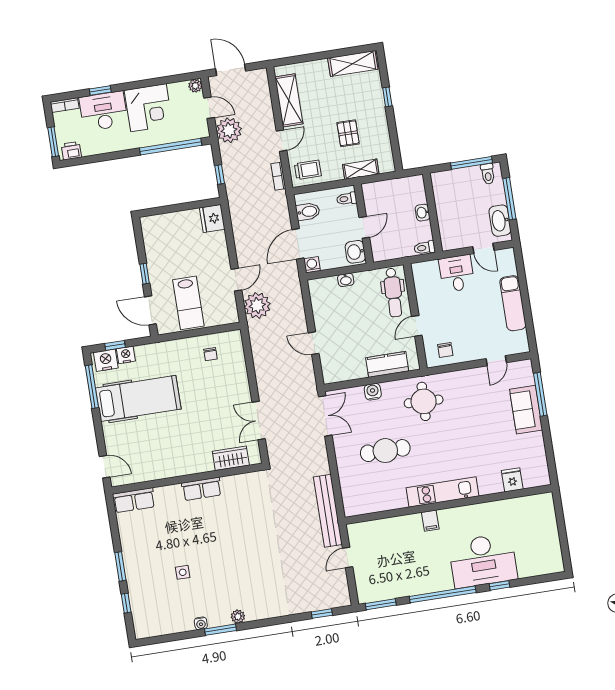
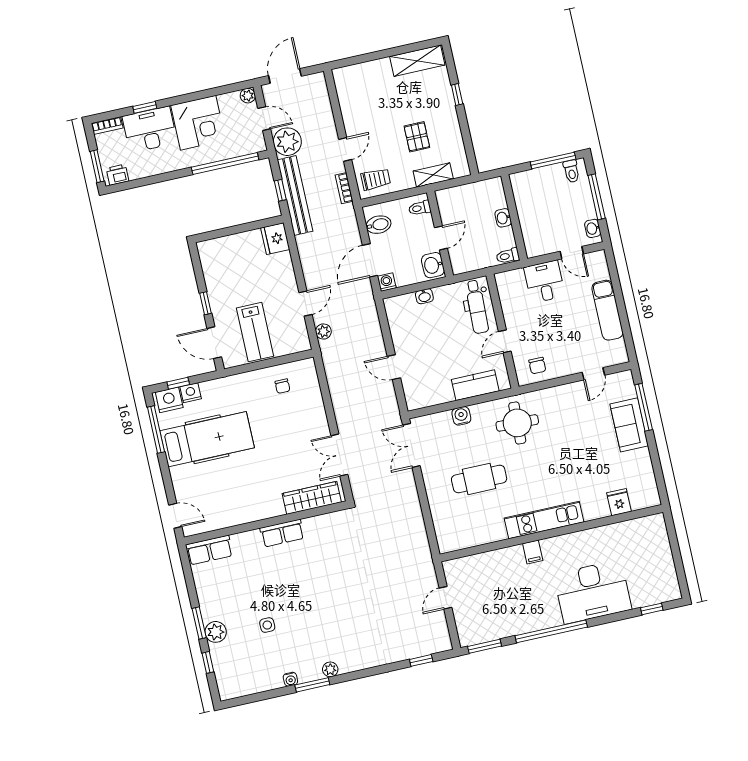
door: (231, 70) -> (285, 76), hinge flipped
shelving: (289, 100) -> (350, 105), removed
washbasin: (500, 221) -> (593, 228), width x0.52, depth x0.69
plant: (257, 305) -> (323, 332), width x0.53, depth x0.53
double door: (325, 416) -> (411, 445), swing flipped
wardrobe: (231, 458) -> (312, 498), width x1.50
bench: (328, 511) -> (295, 195), moved
plant: (135, 576) -> (216, 632), added
window: (500, 585) -> (652, 609), moved

